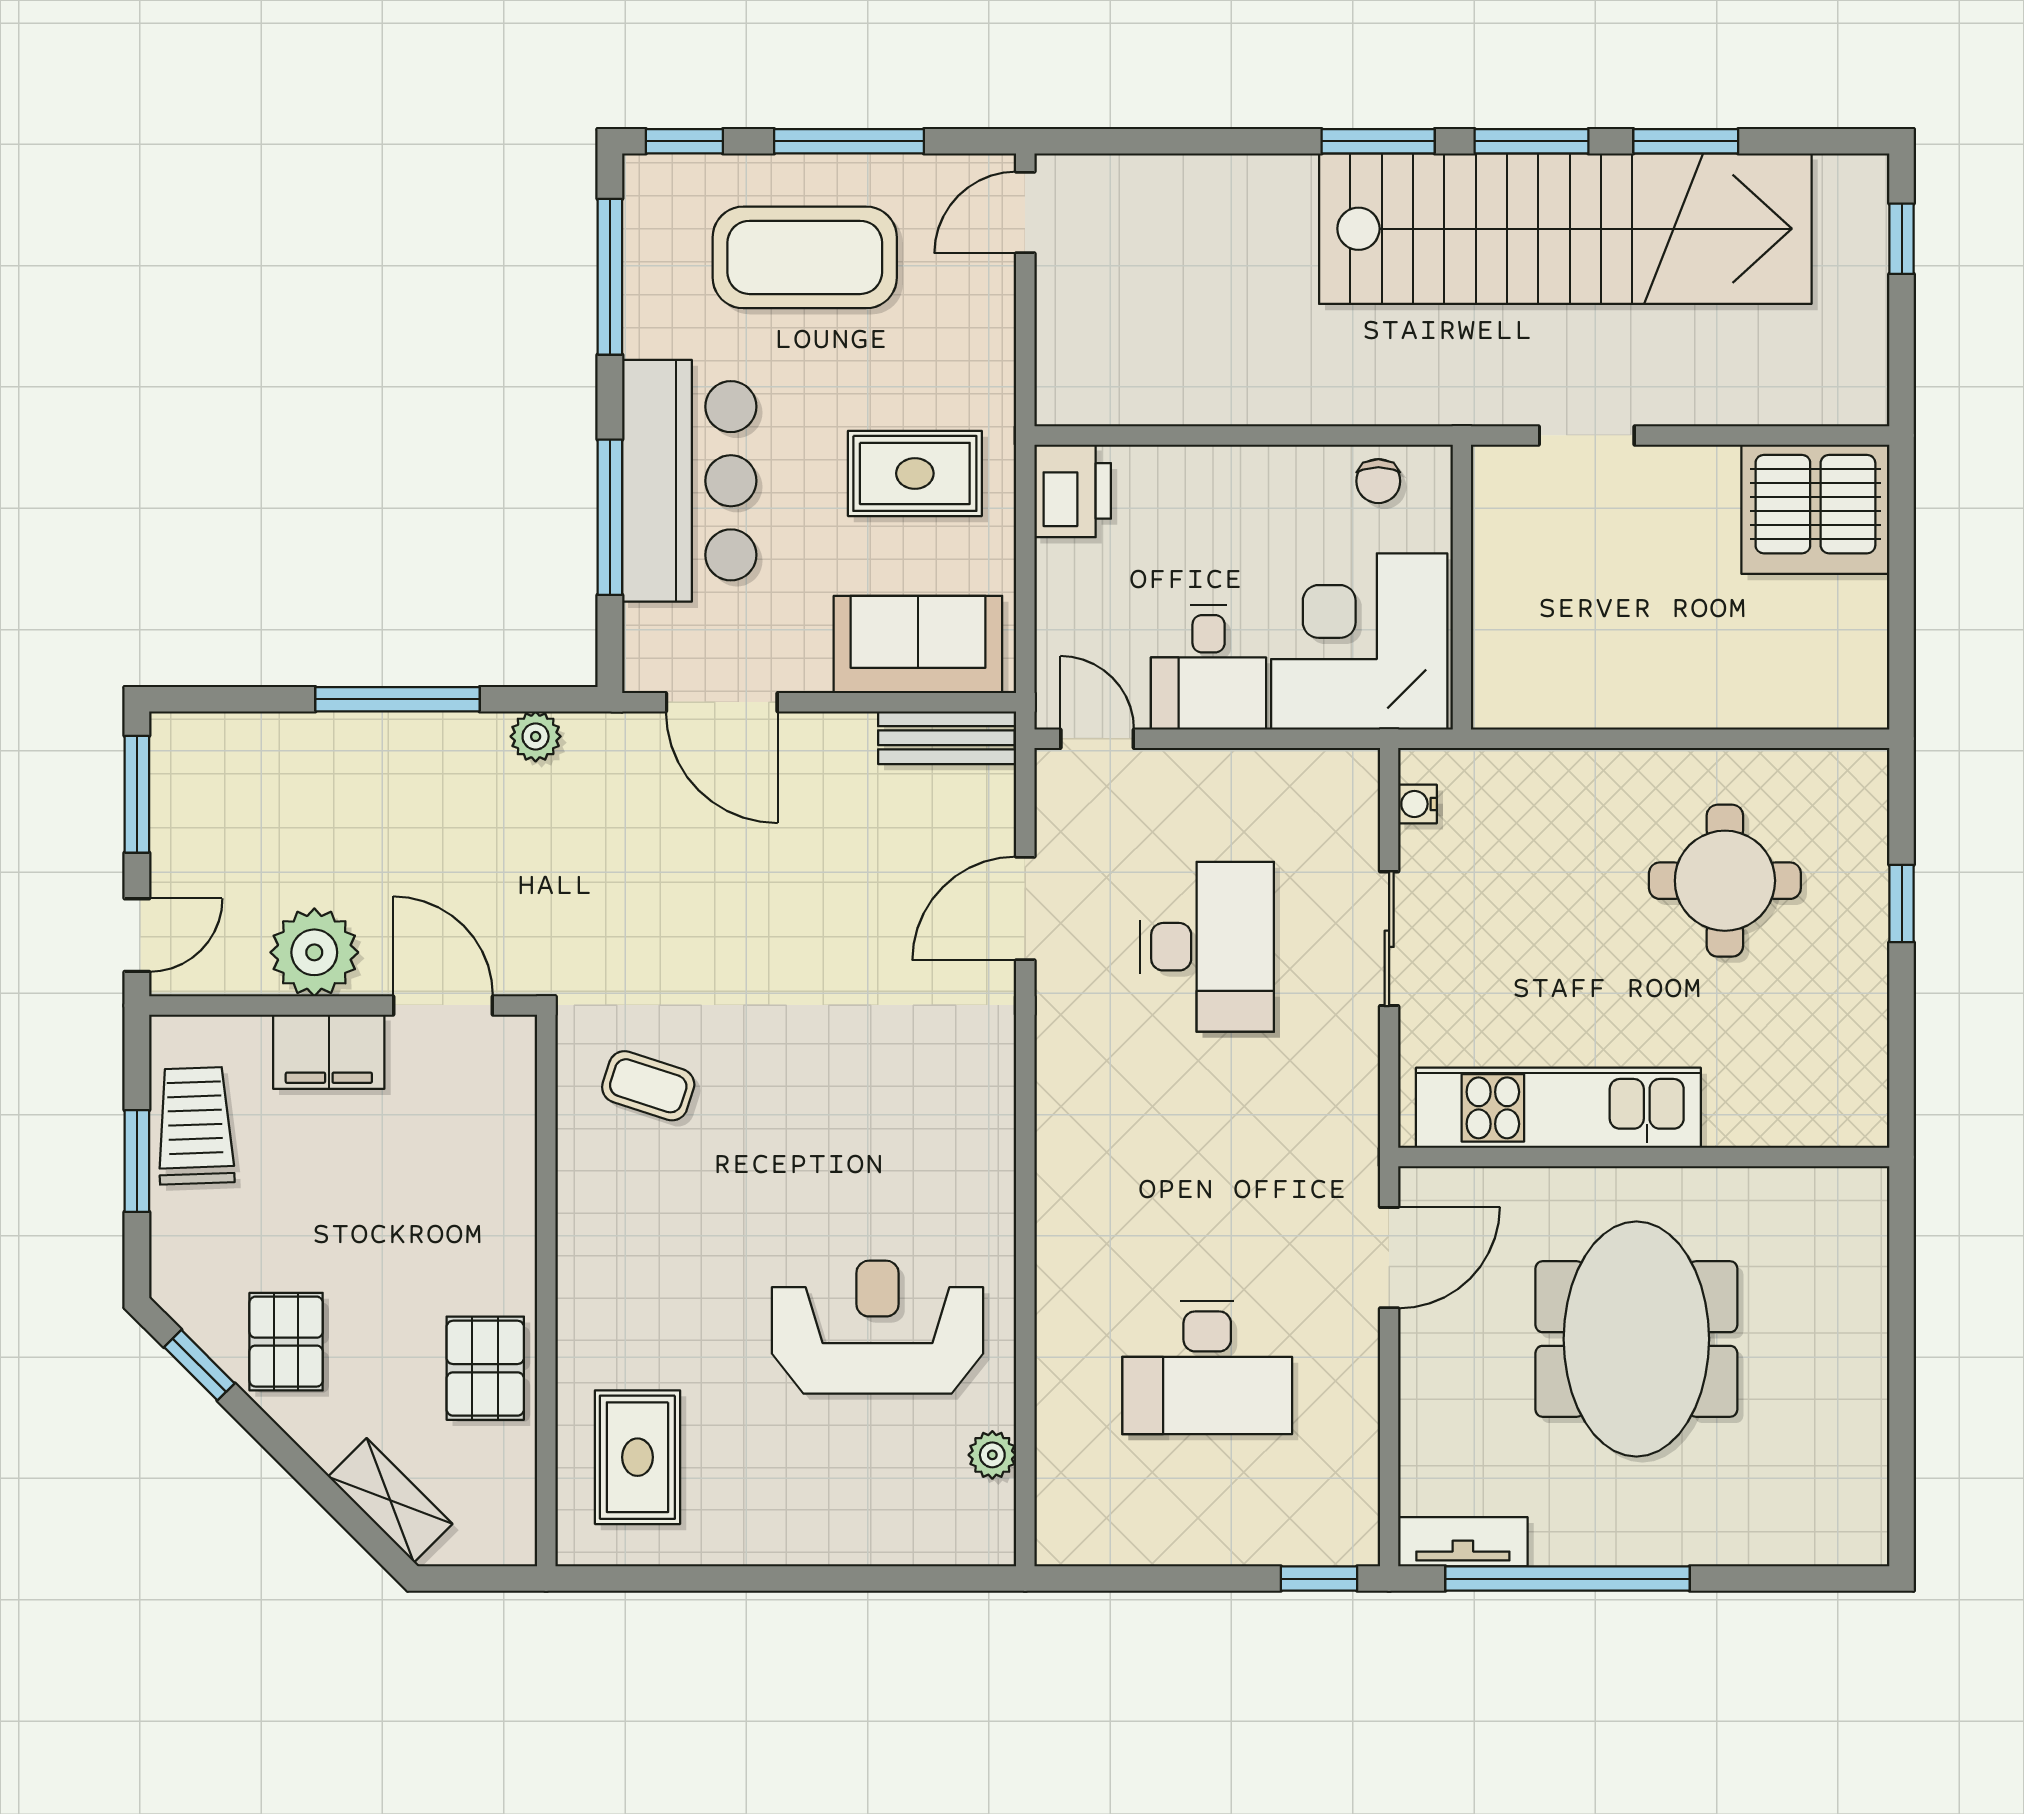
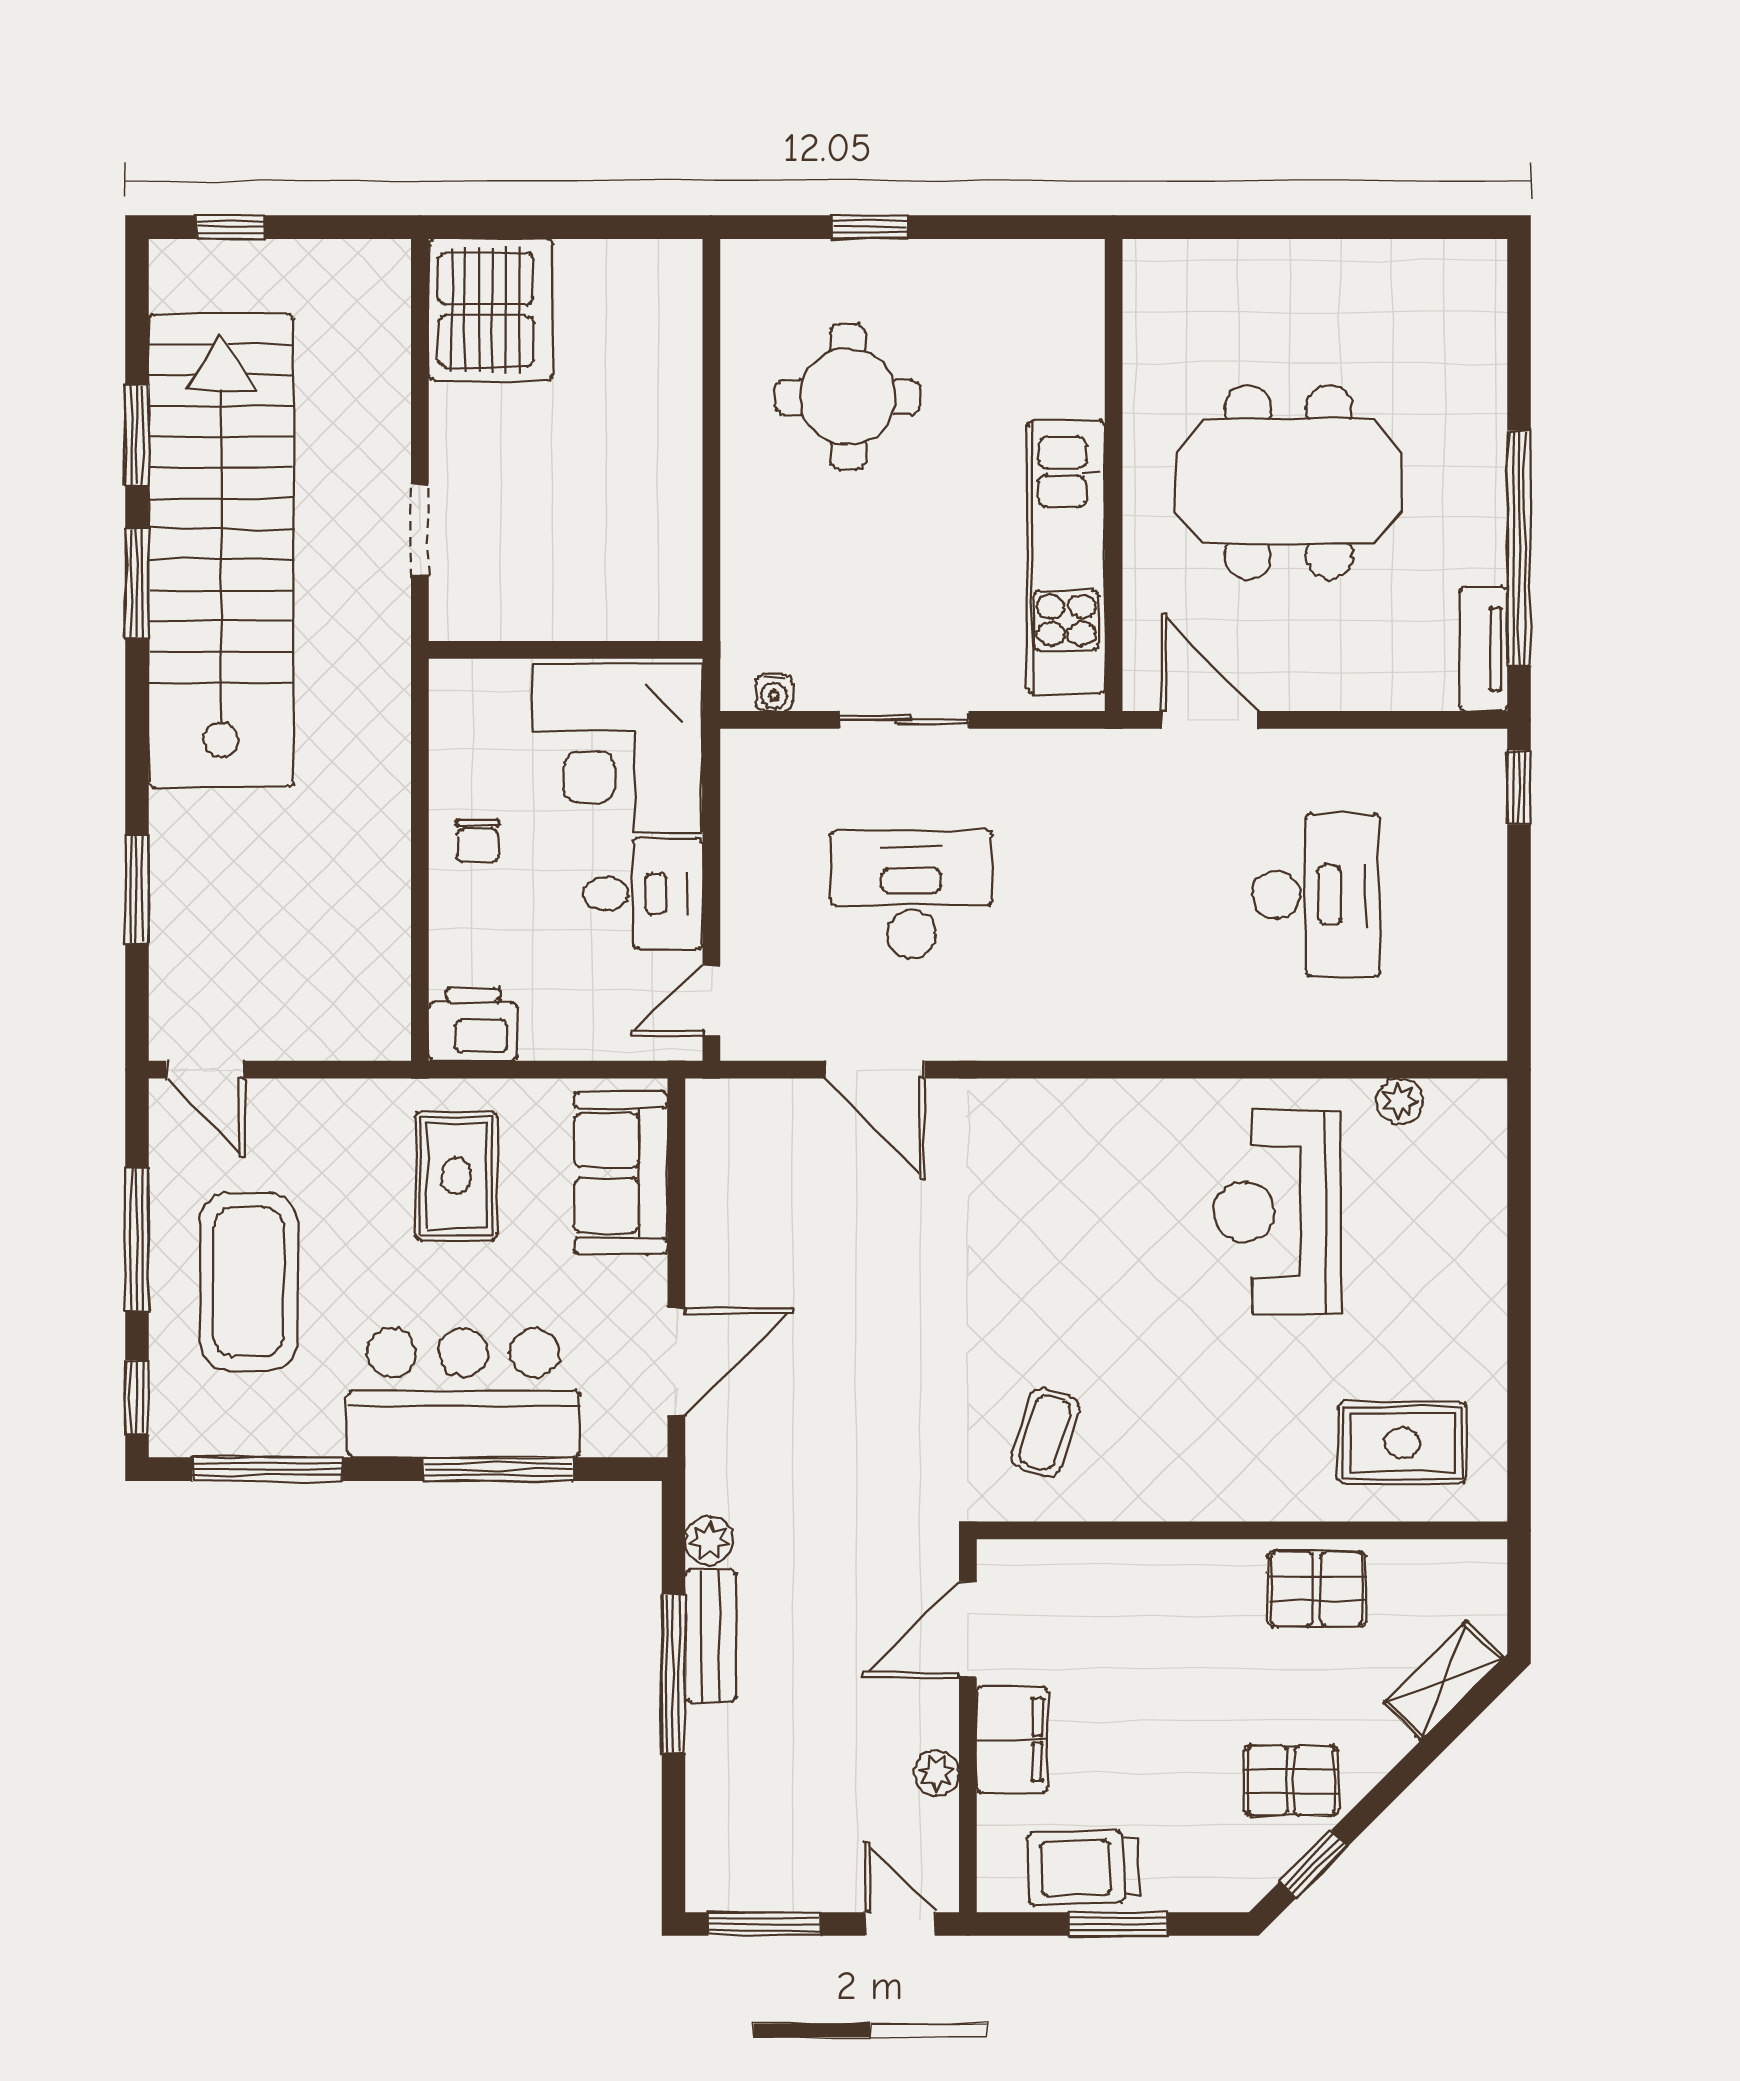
window: (1378, 141) -> (137, 889), moved
chair: (1378, 481) -> (478, 840), moved, turned 90
bench: (947, 738) -> (710, 1636), moved
plant: (314, 952) -> (937, 1773), width x0.53, depth x0.53

